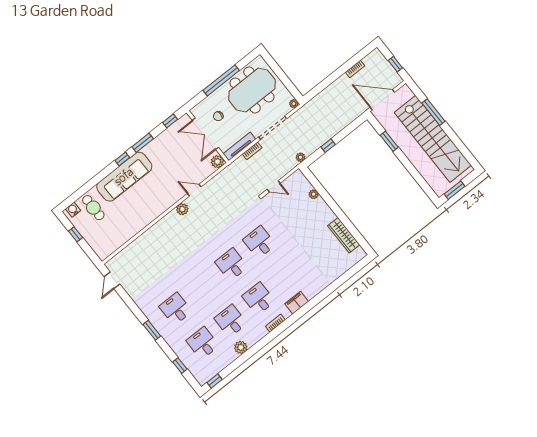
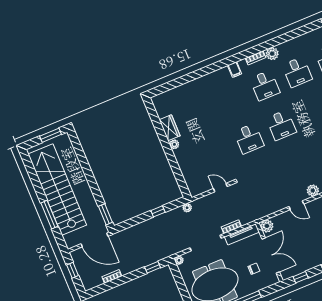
window: (318, 89) -> (153, 267), added
window: (389, 141) -> (105, 214), moved
plant: (314, 194) -> (174, 144), moved
wardrobe: (344, 235) -> (170, 128), width x0.67
filing cabinet: (297, 303) -> (235, 70), width x0.50
plant: (241, 347) -> (272, 54), moved

